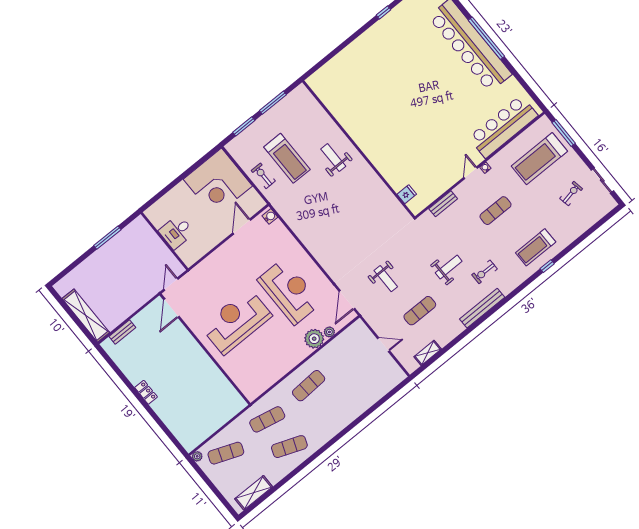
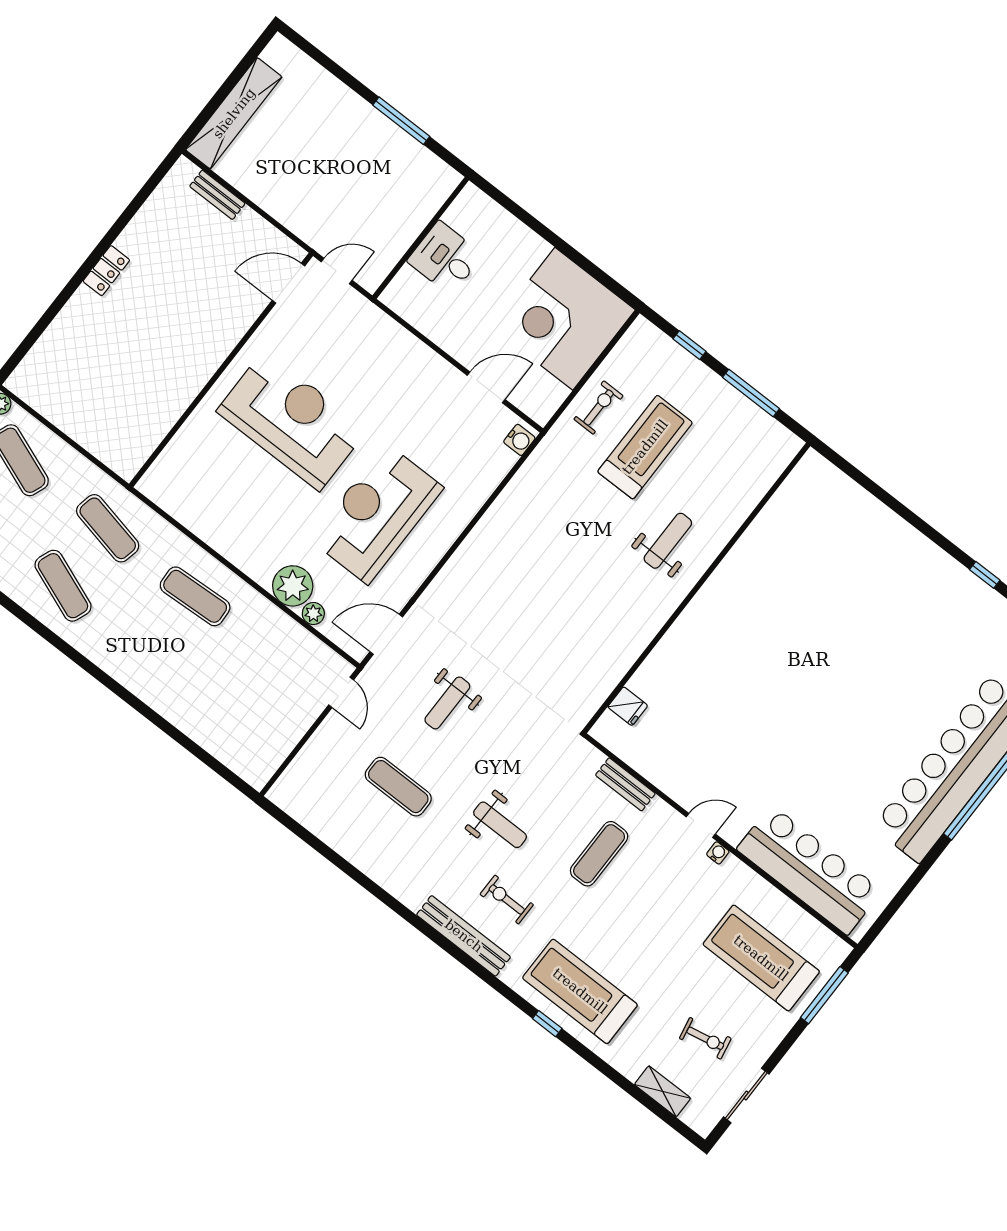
window: (244, 126) -> (689, 345), width x0.67
treadmill: (287, 158) -> (645, 447), turned 180
exercise mat: (496, 211) -> (599, 854), moved, turned 90
treadmill: (536, 247) -> (580, 991), width x1.37, depth x1.37
reception desk: (289, 291) -> (377, 514), turned 180
bench: (482, 308) -> (464, 936), moved
door: (383, 345) -> (341, 692), moved
shelving: (428, 353) -> (663, 1091), moved

